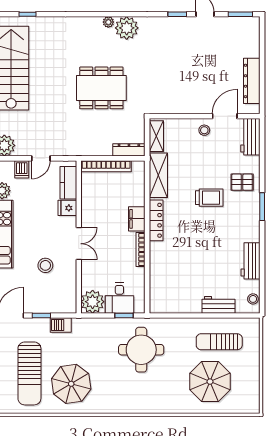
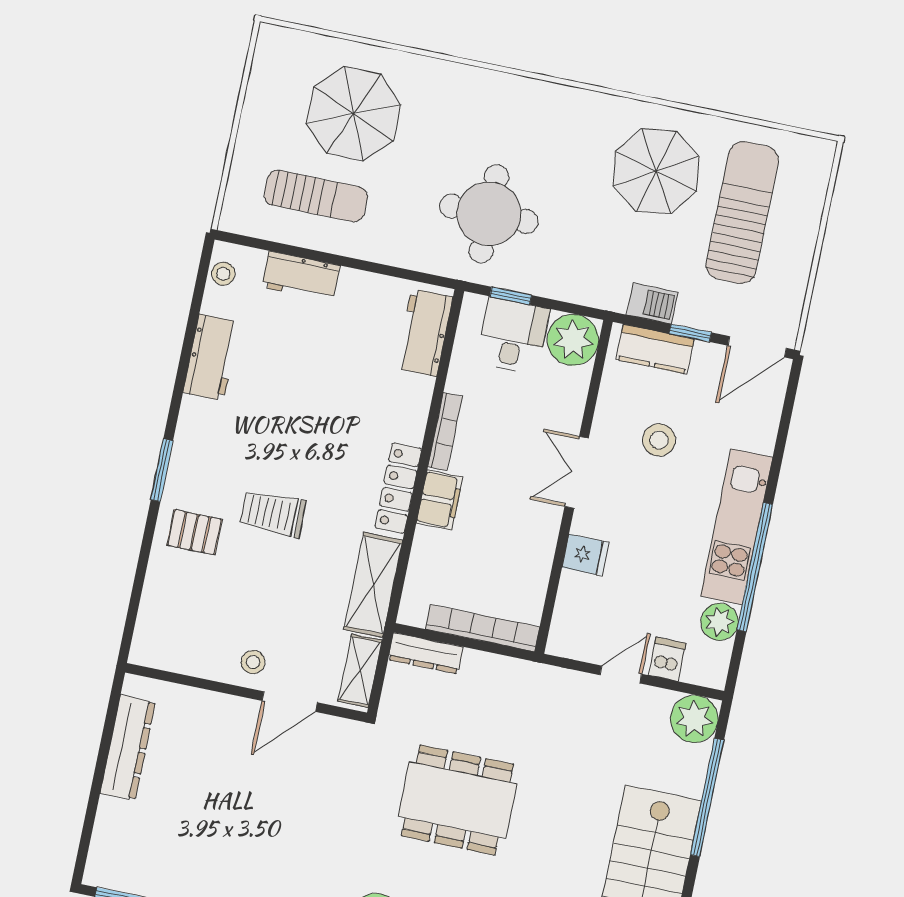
door: (225, 116) -> (290, 702), moved
workbench: (250, 137) -> (424, 333), moved, turned 180
kitchen counter: (68, 183) -> (655, 349), moved, turned 90

